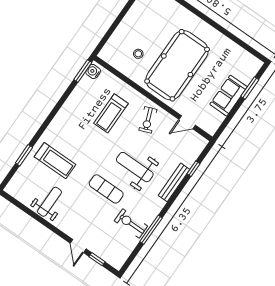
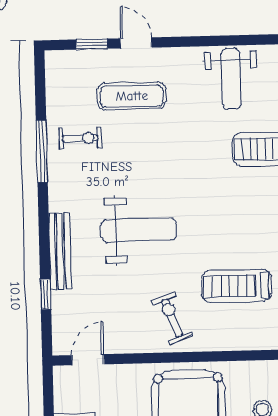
treadmill: (111, 113) -> (237, 286), turned -90
door: (187, 122) -> (88, 360), moved
exercise mat: (106, 189) -> (132, 96), moved
exercise bike: (131, 223) -> (80, 138), width x0.73, depth x0.72

